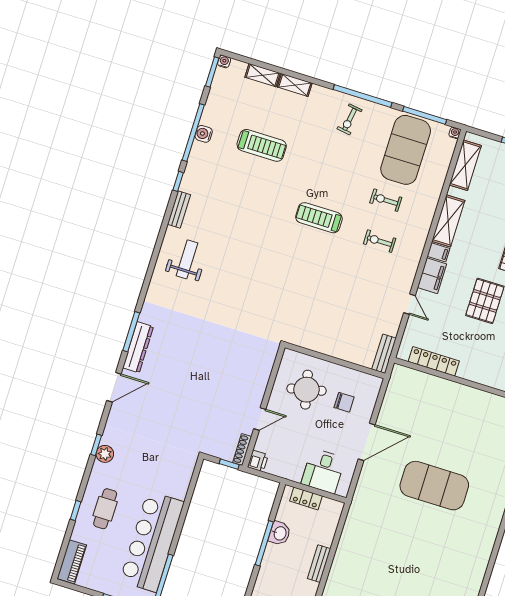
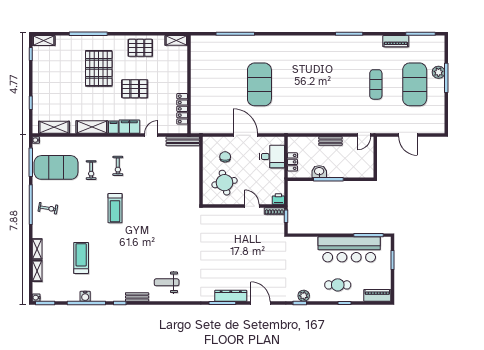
bench: (384, 354) -> (183, 141), width x1.36

